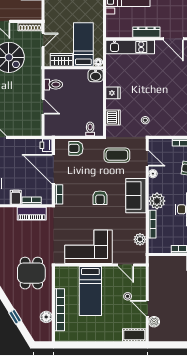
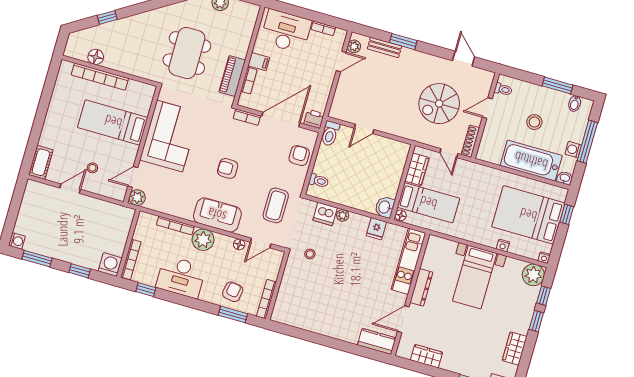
toilet: (53, 85) -> (330, 134), moved
fridge: (113, 93) -> (376, 229), moved
plant: (110, 104) -> (343, 215), added
plant: (140, 239) -> (137, 198), moved
dining table: (31, 273) -> (187, 53), moved, width x1.38
boiler: (154, 322) -> (51, 192), removed

